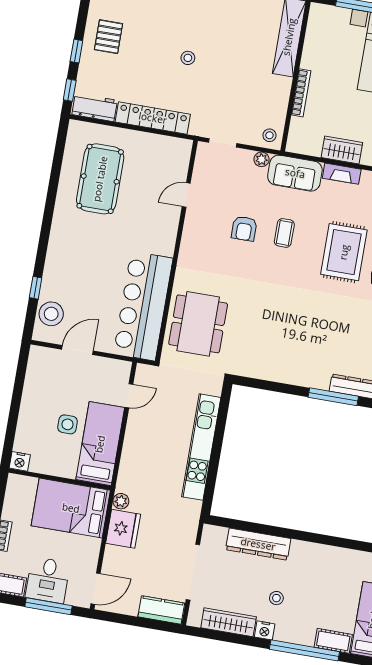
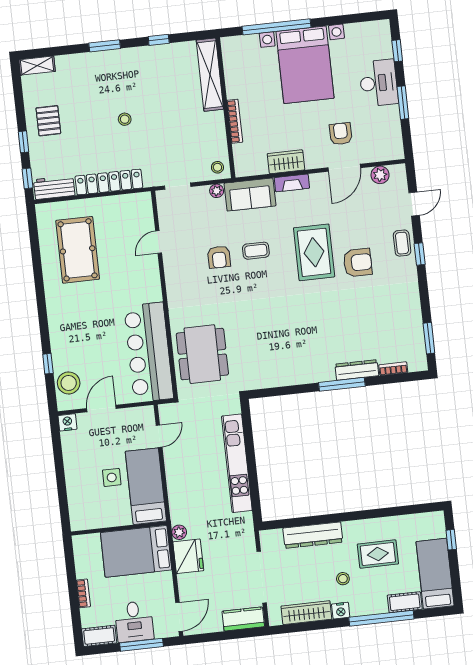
coffee table: (284, 233) -> (256, 251), turned 90
nightstand: (20, 461) -> (67, 422), moved, turned 180
rug: (320, 583) -> (378, 554), added

